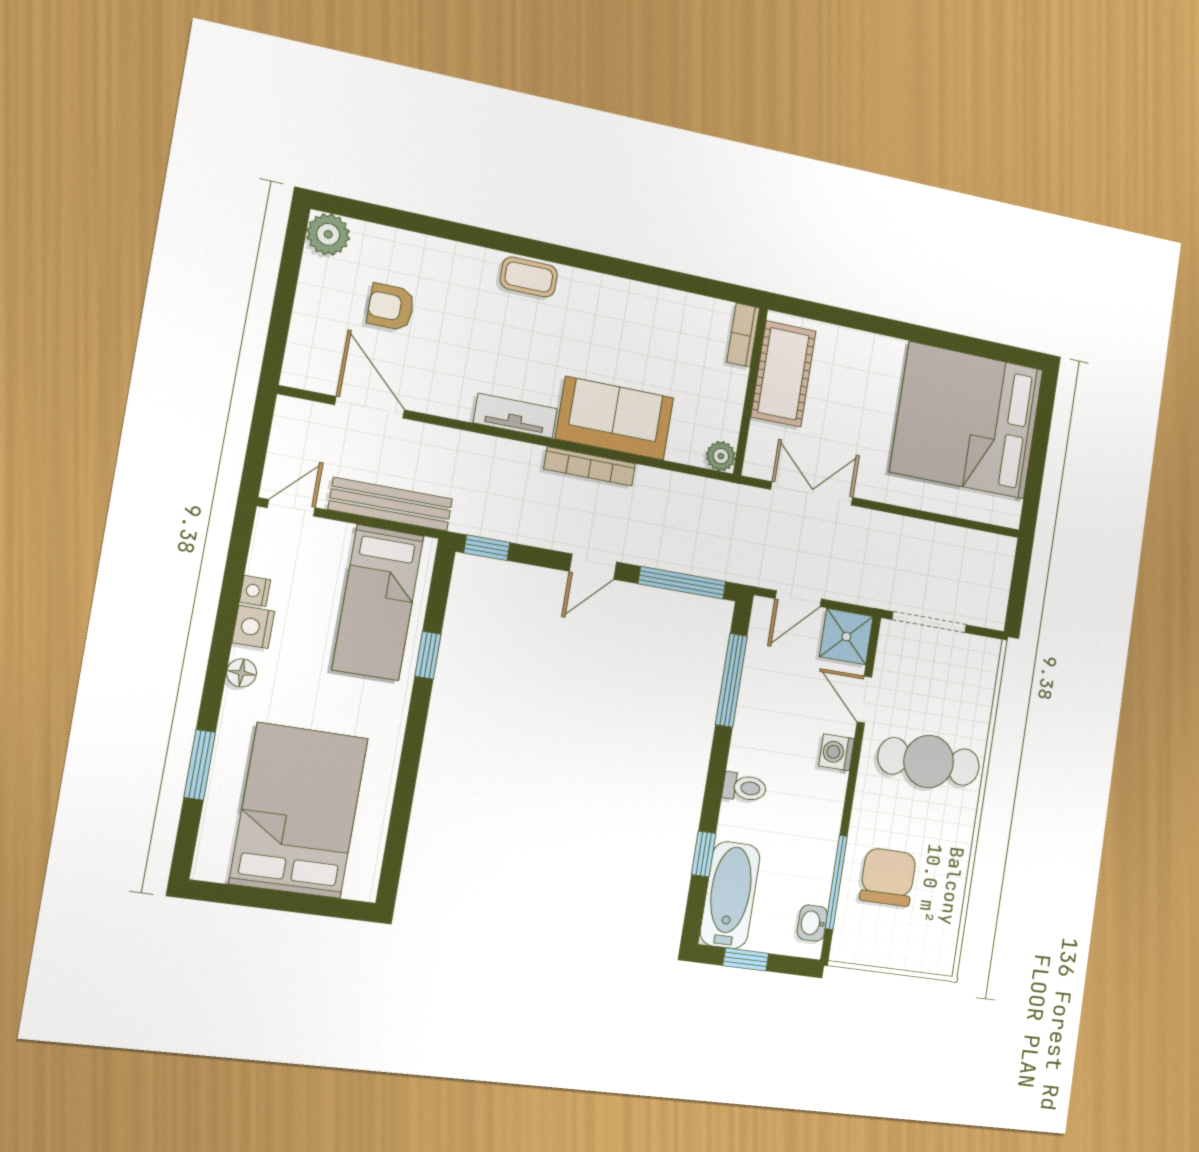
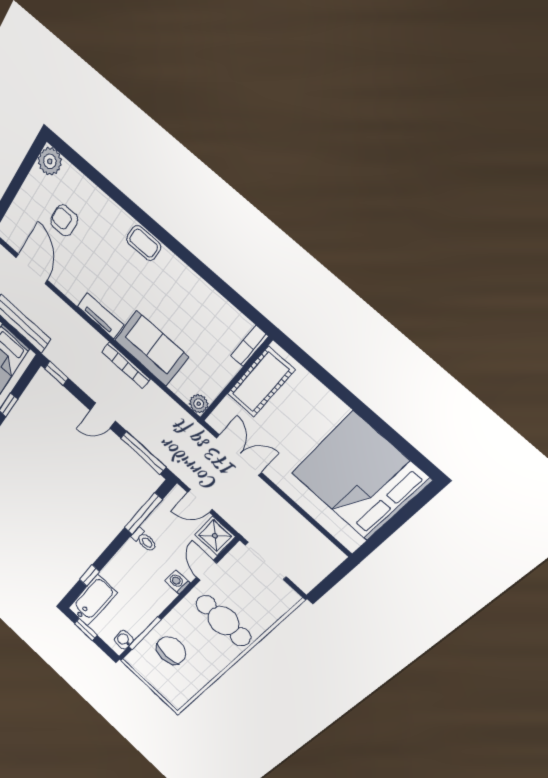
toilet: (745, 787) -> (144, 540), moved

